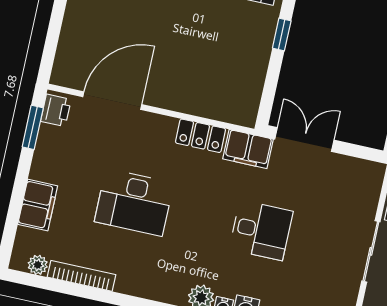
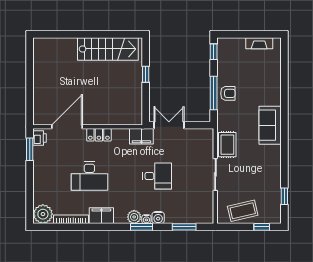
locker: (200, 136) -> (99, 135), moved
filing cabinet: (38, 205) -> (101, 216), moved, turned -90
plant: (38, 265) -> (43, 214), width x1.88, depth x1.88

